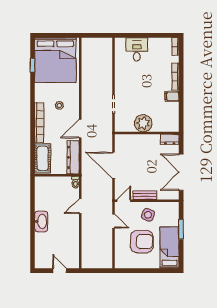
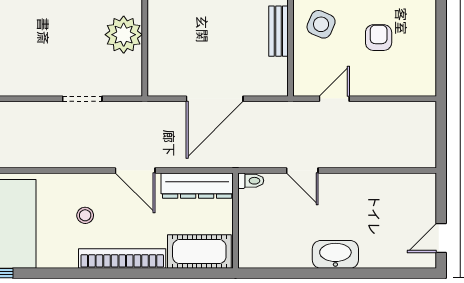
door: (124, 201) -> (290, 76), removed
armchair: (142, 242) -> (379, 38), width x0.53, depth x0.53
door: (60, 271) -> (441, 238), moved

